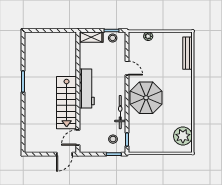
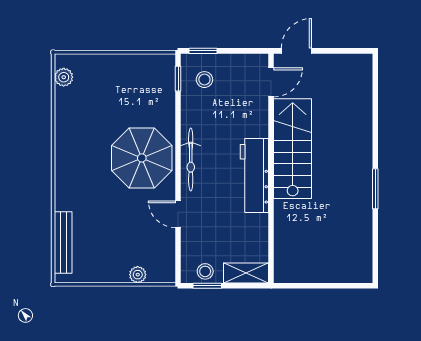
bicycle: (120, 112) -> (191, 160), moved
plant: (183, 136) -> (64, 77), width x0.53, depth x0.53

